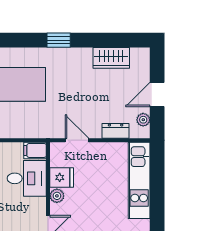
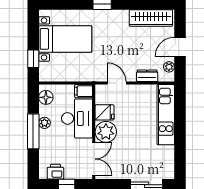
wardrobe: (111, 58) -> (151, 18), width x1.50
desk: (27, 178) -> (77, 118), width x1.37
plant: (57, 196) -> (106, 132), width x1.88, depth x1.88

